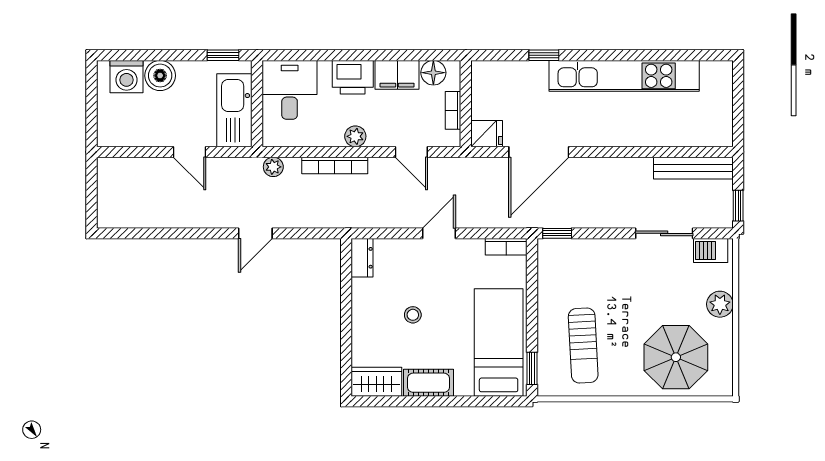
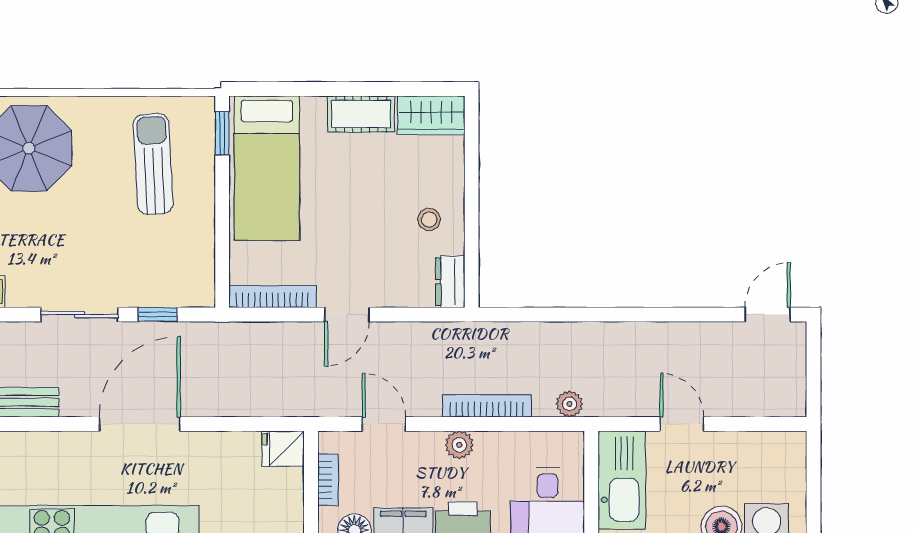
door: (539, 152) -> (140, 424), moved
door: (255, 233) -> (768, 315), moved
window: (557, 233) -> (158, 315), moved
sliding door: (664, 233) -> (80, 315), moved
bookcase: (506, 247) -> (272, 297), width x1.56
stool: (413, 315) -> (429, 220), moved

